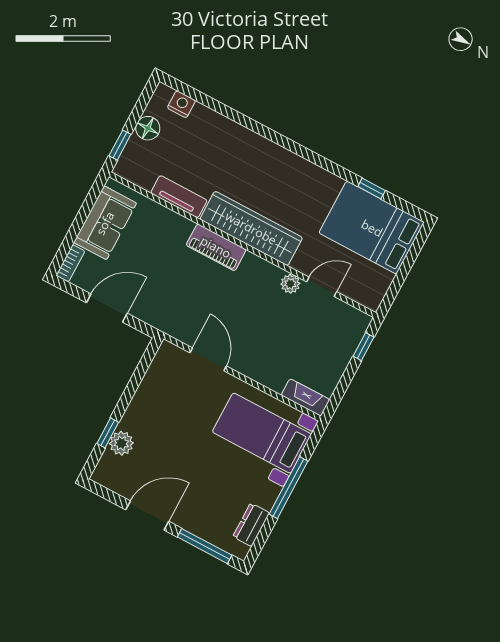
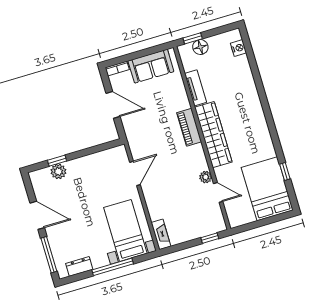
floor lamp: (148, 128) -> (200, 47), moved

